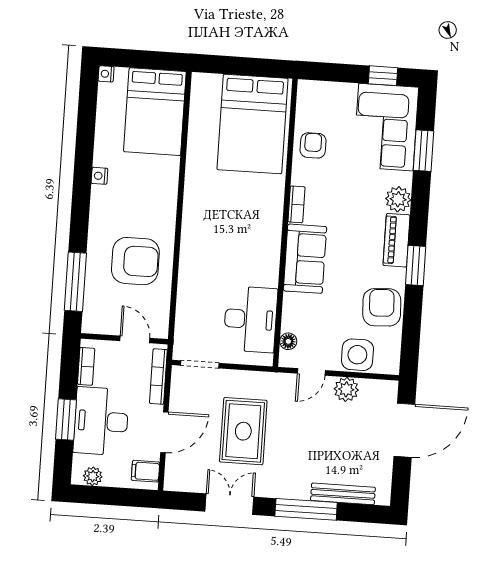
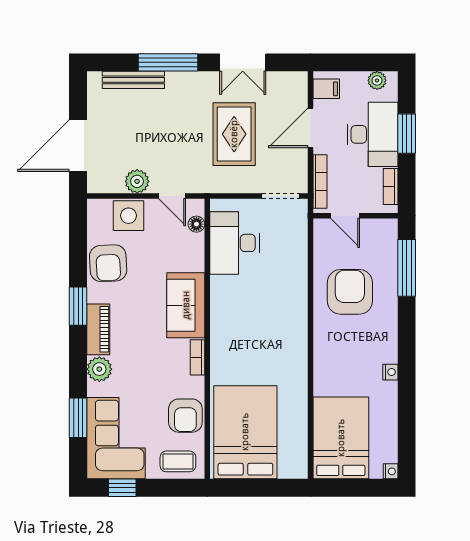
coffee table: (324, 99) -> (178, 461), added
armchair: (313, 145) -> (185, 416), width x1.38, depth x1.38
armchair: (135, 261) -> (350, 292), turned 90
door: (311, 372) -> (172, 196), swing flipped

